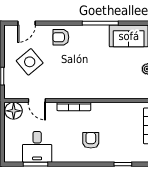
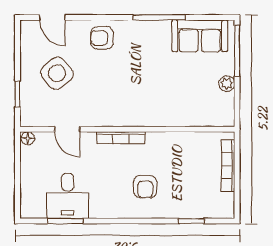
door: (26, 23) -> (52, 17), hinge flipped
floor lamp: (14, 111) -> (28, 138), width x0.53, depth x0.53
armchair: (91, 140) -> (145, 187), turned 180

